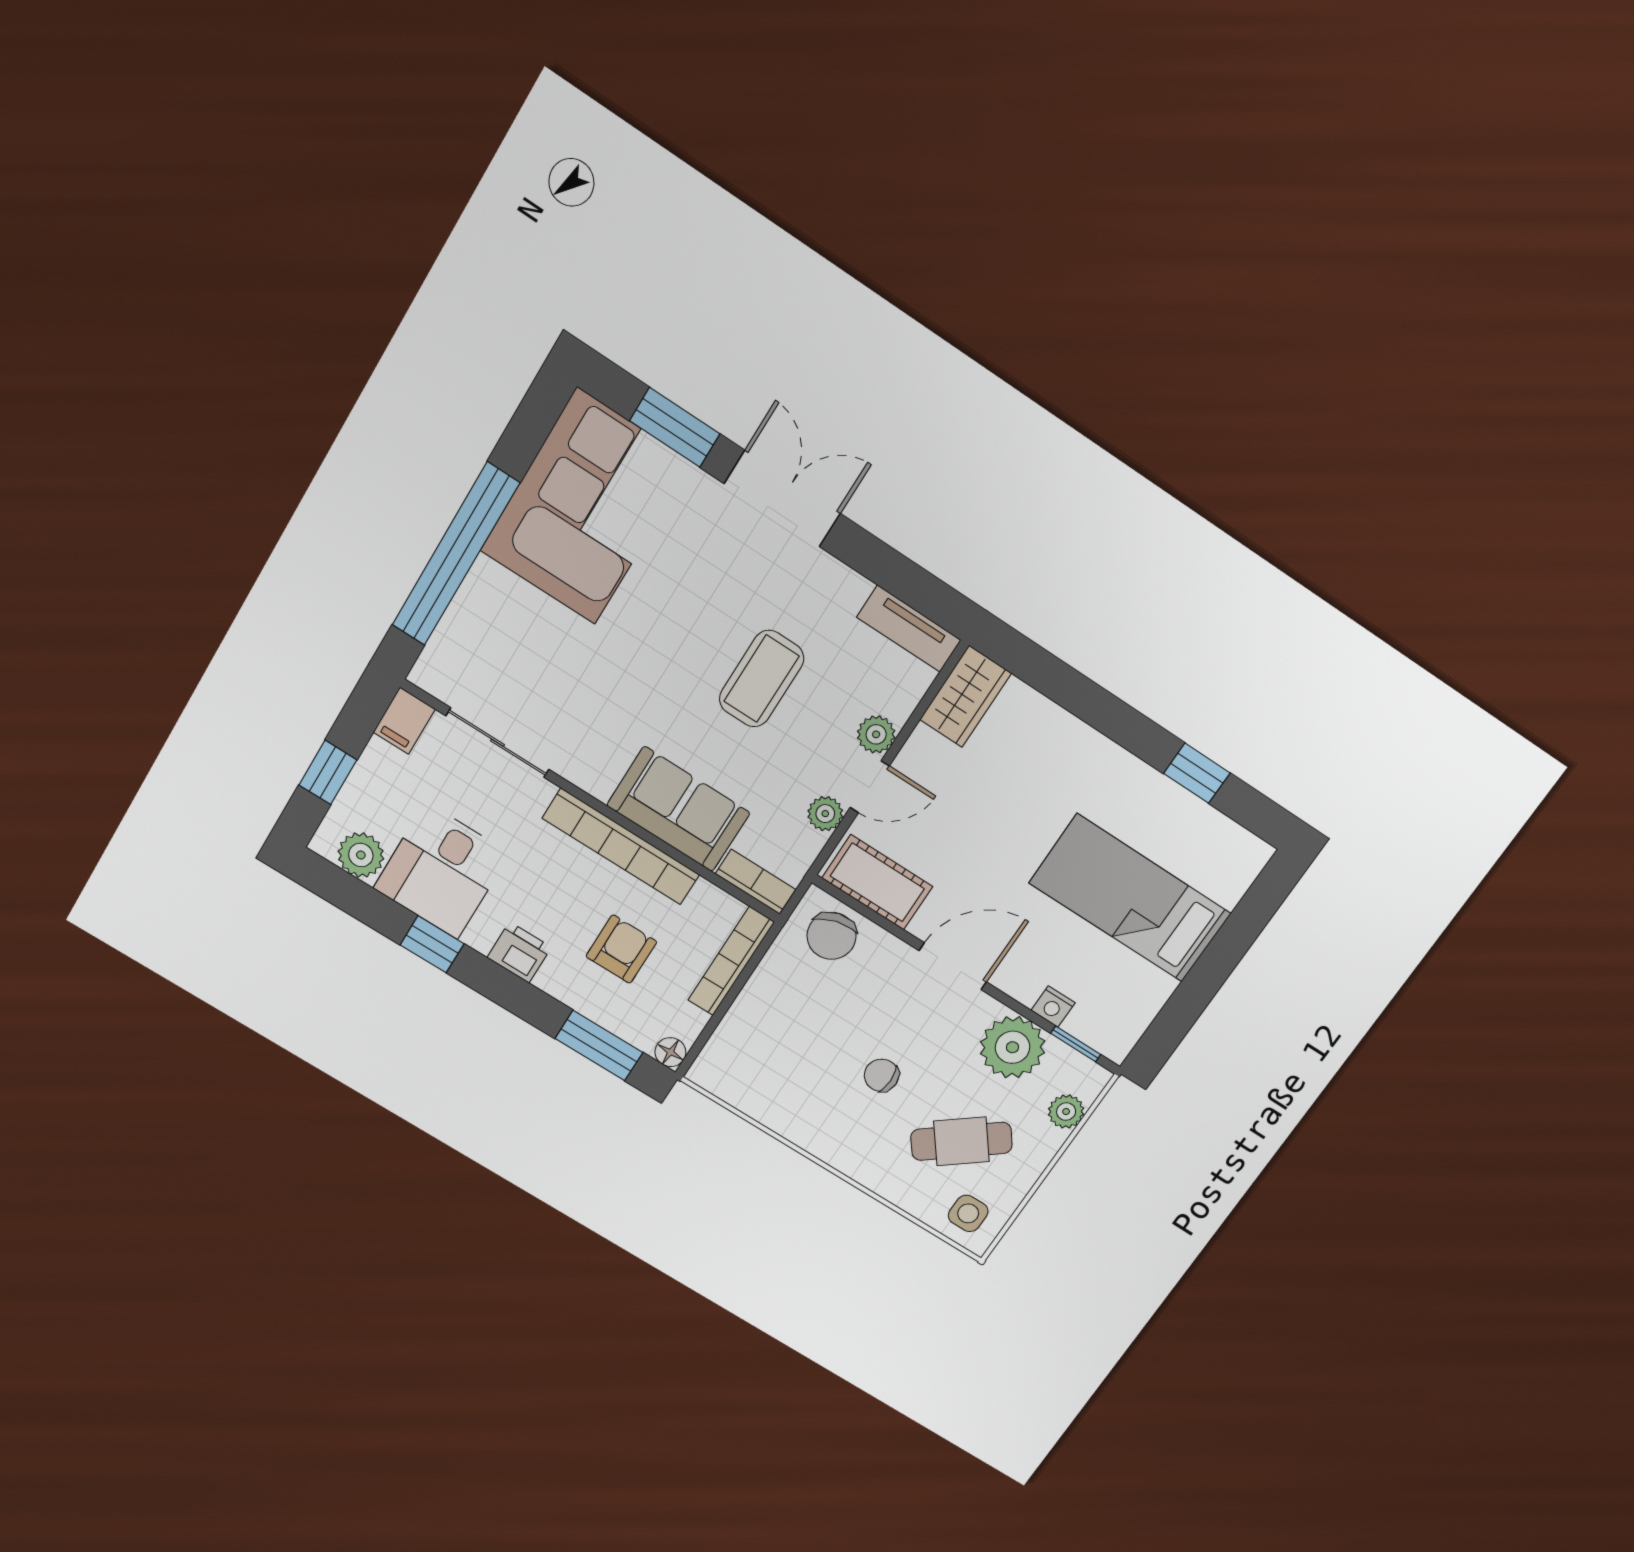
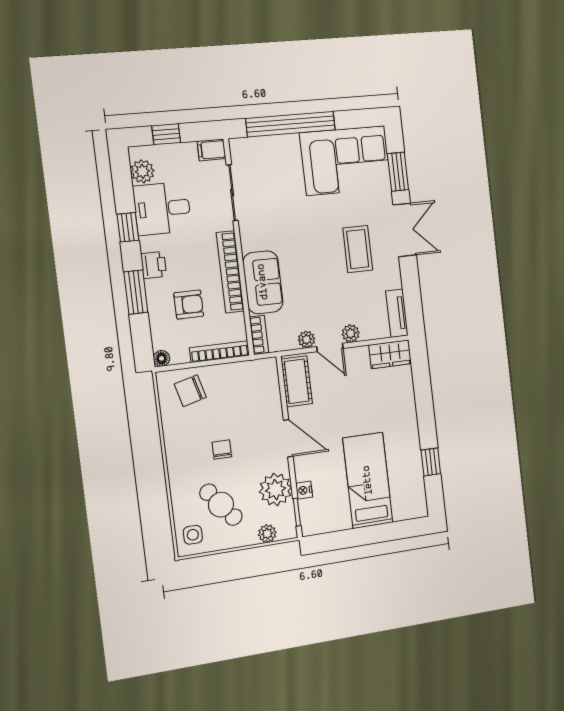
coffee table: (762, 679) -> (358, 249), moved, turned 90
chair: (832, 936) -> (190, 391), moved
window: (599, 1046) -> (136, 292), moved

